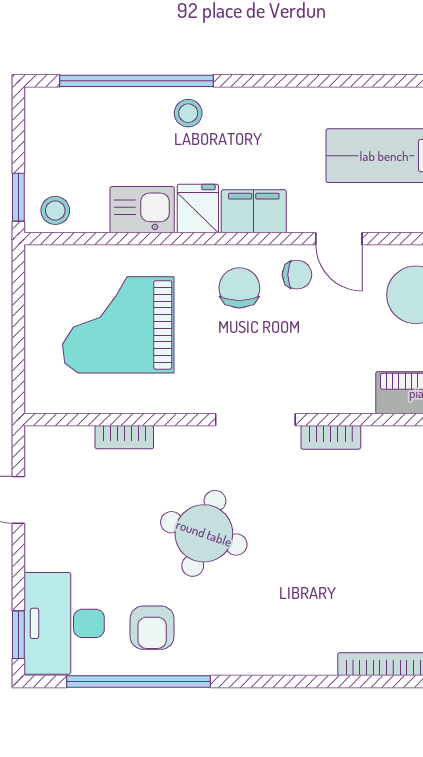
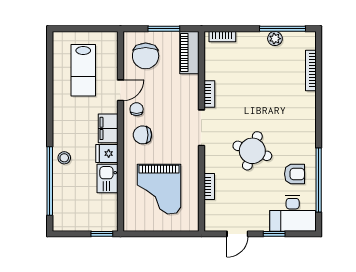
stool: (55, 210) -> (108, 217), removed
window: (18, 635) -> (274, 234), moved

